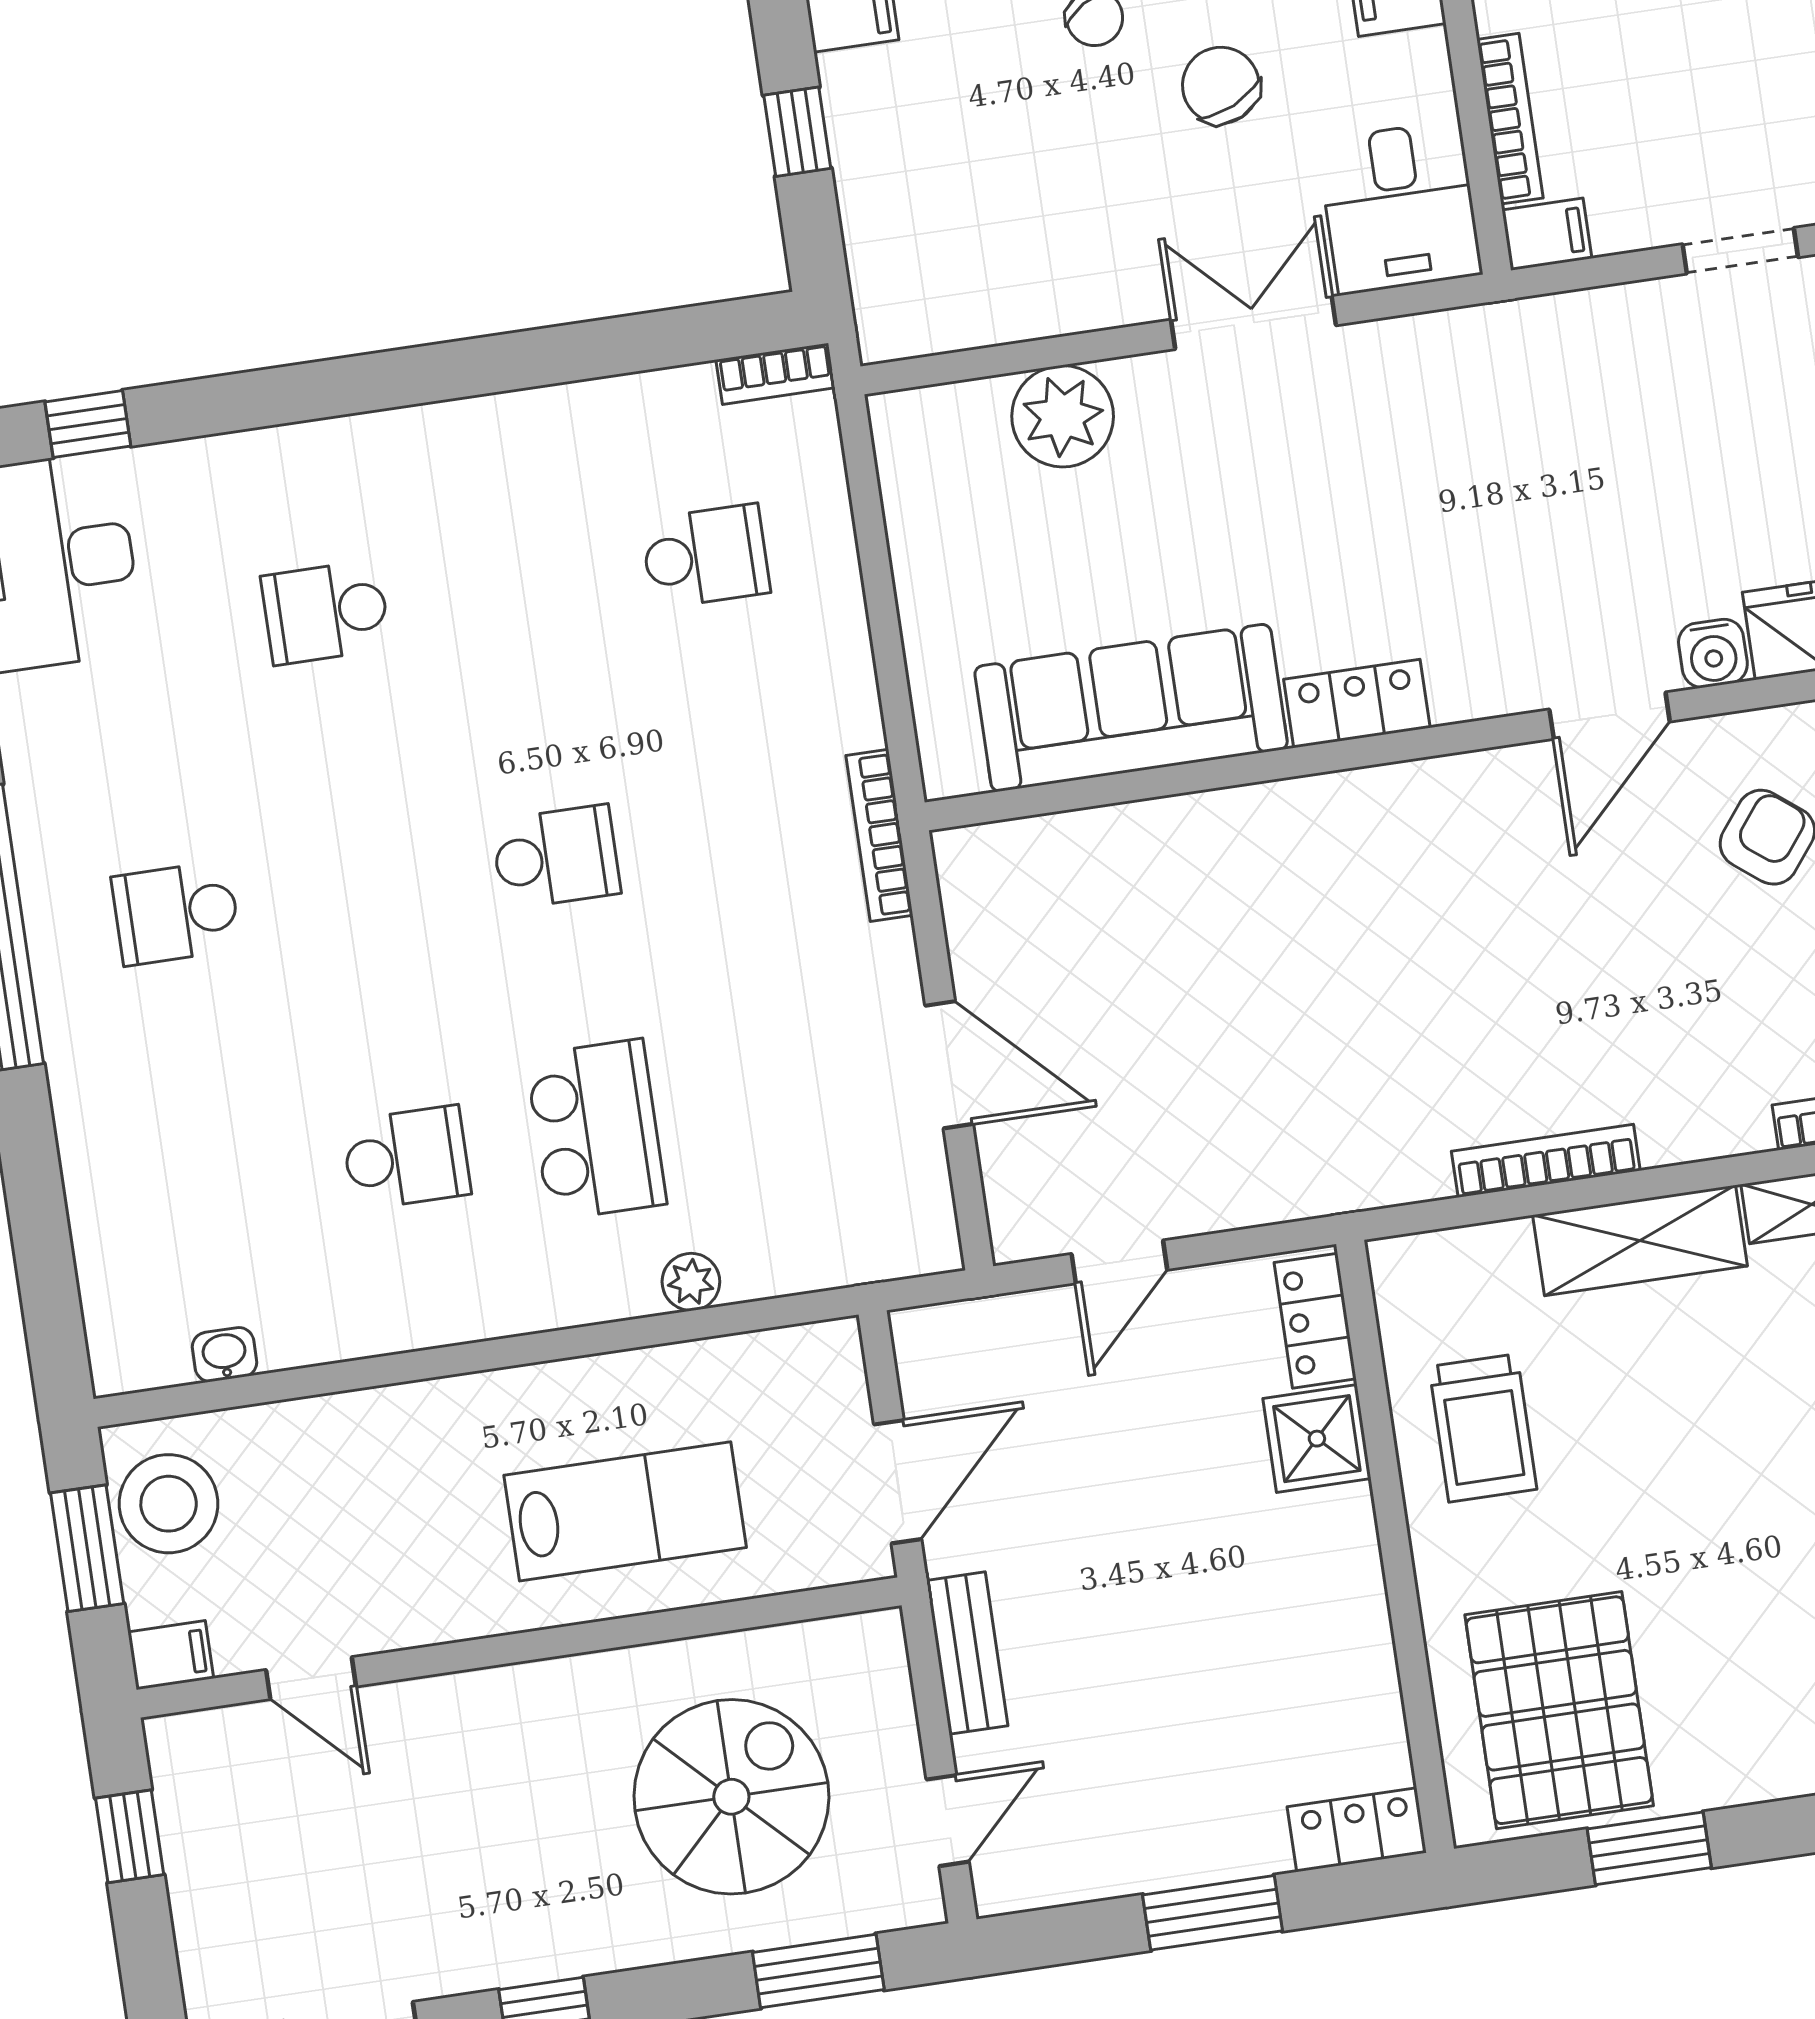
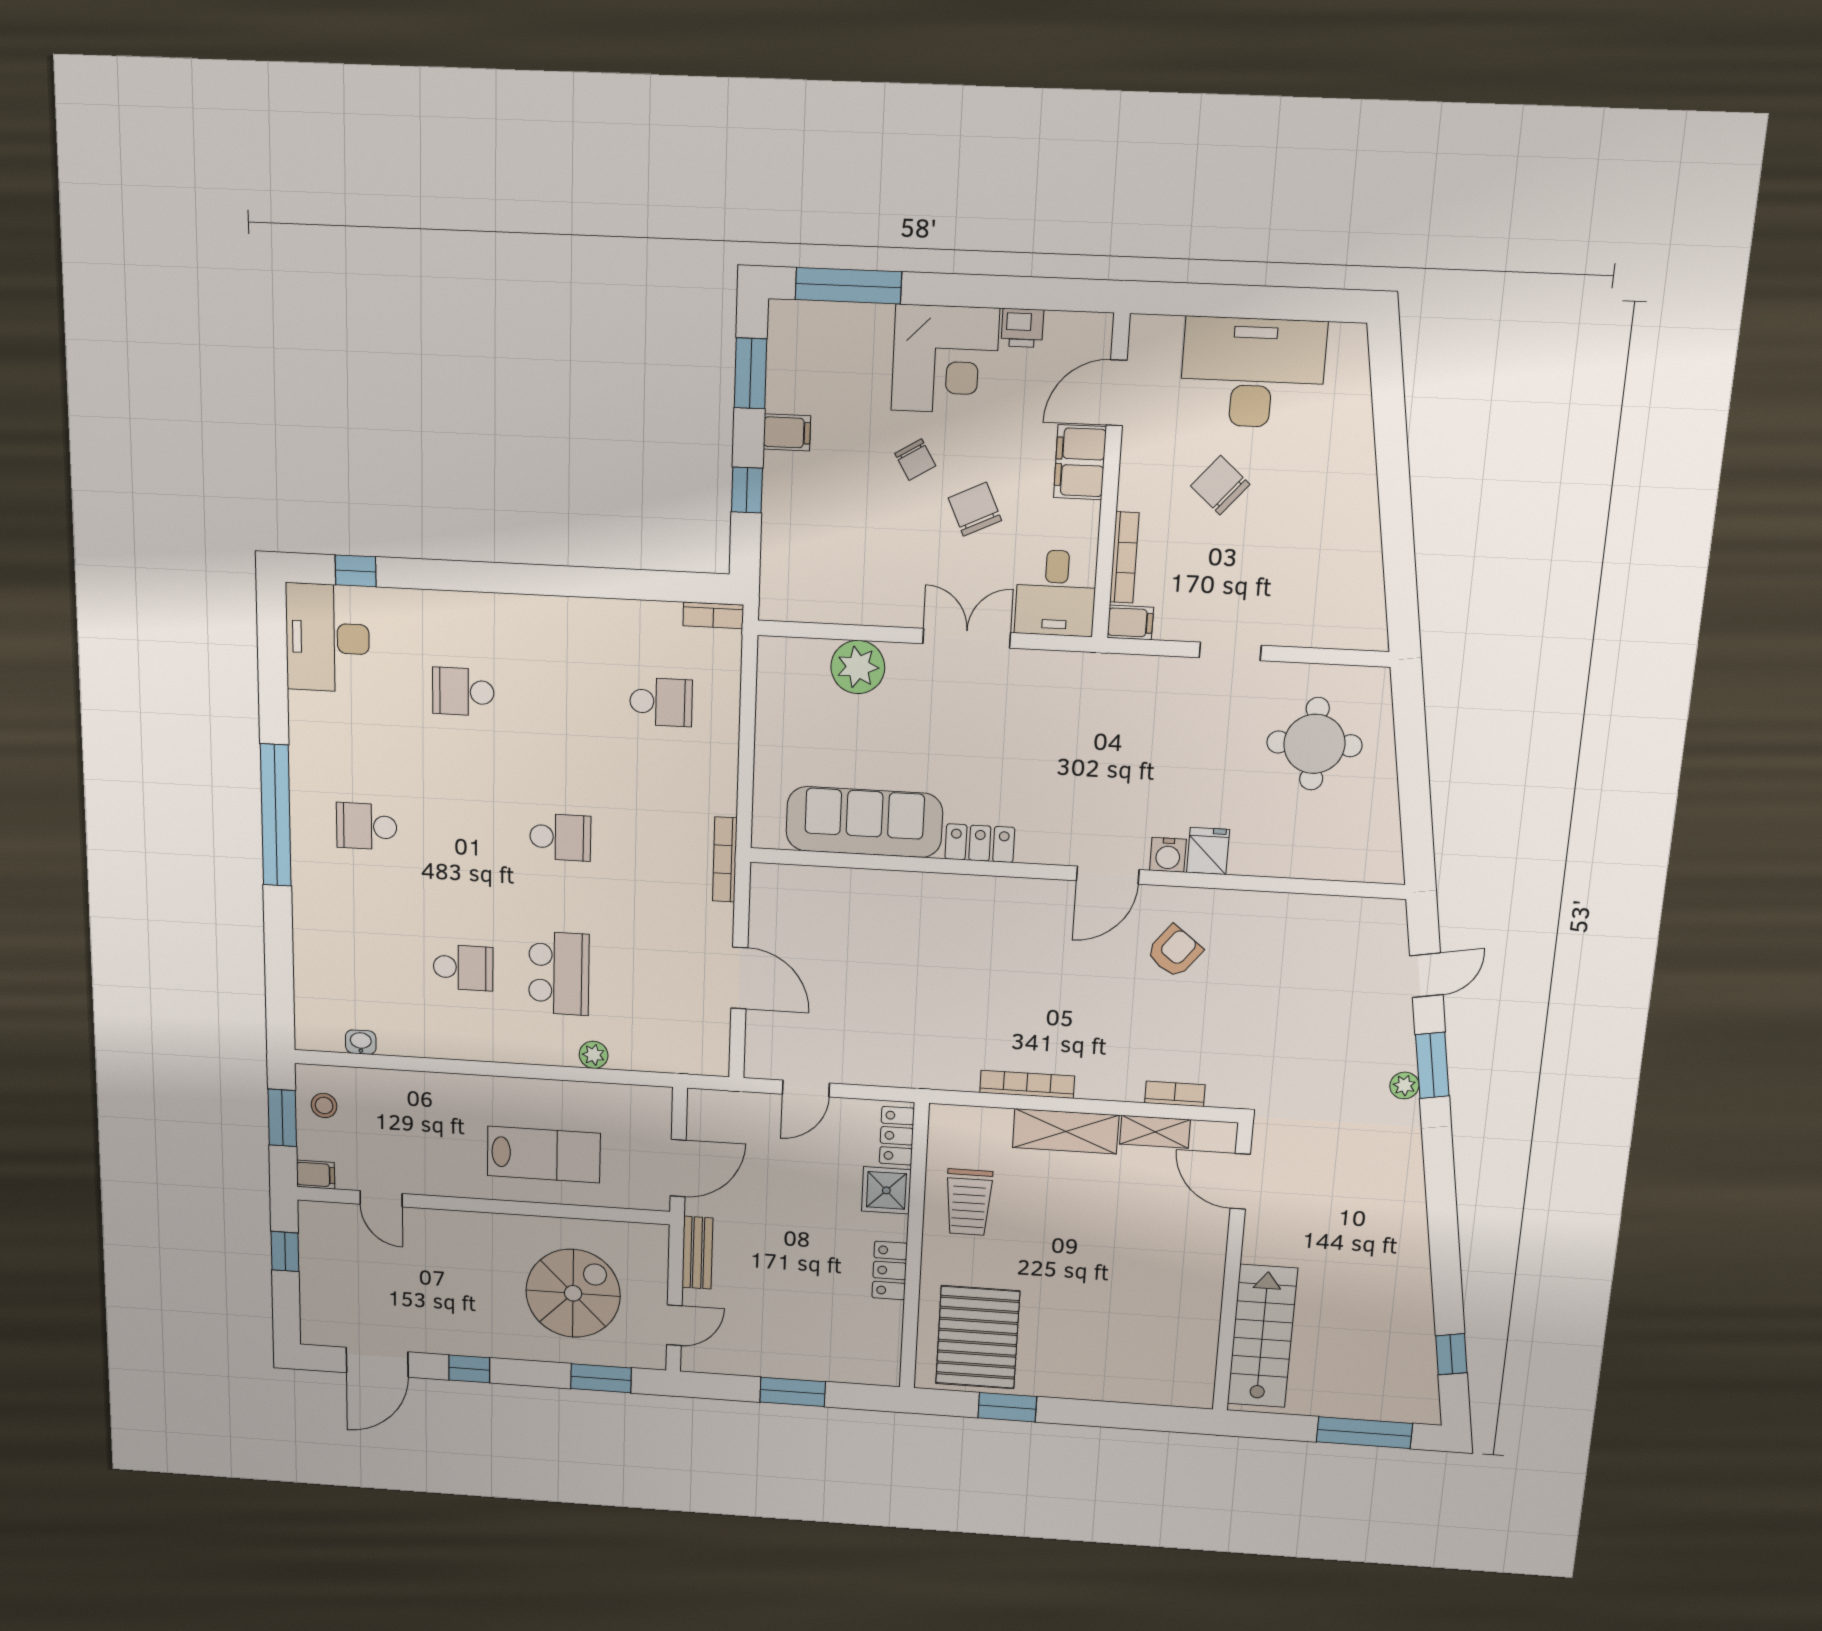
stool: (169, 1504) -> (324, 1105), width x0.53, depth x0.53
locker: (1357, 1830) -> (890, 1271), moved, turned -90

